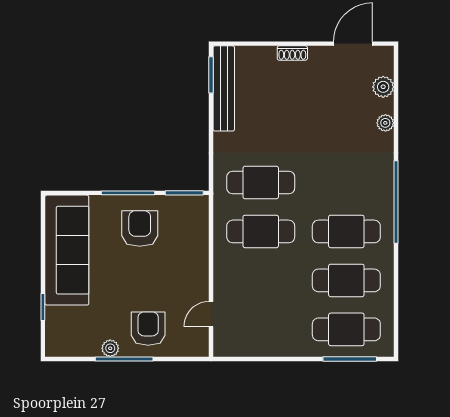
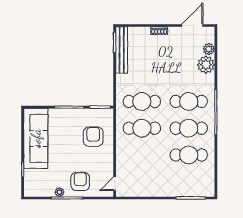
plant: (385, 123) -> (206, 65), width x1.88, depth x1.88
armchair: (140, 229) -> (93, 137), moved
door: (211, 314) -> (115, 184), moved
cafe table: (346, 329) -> (189, 101), moved

